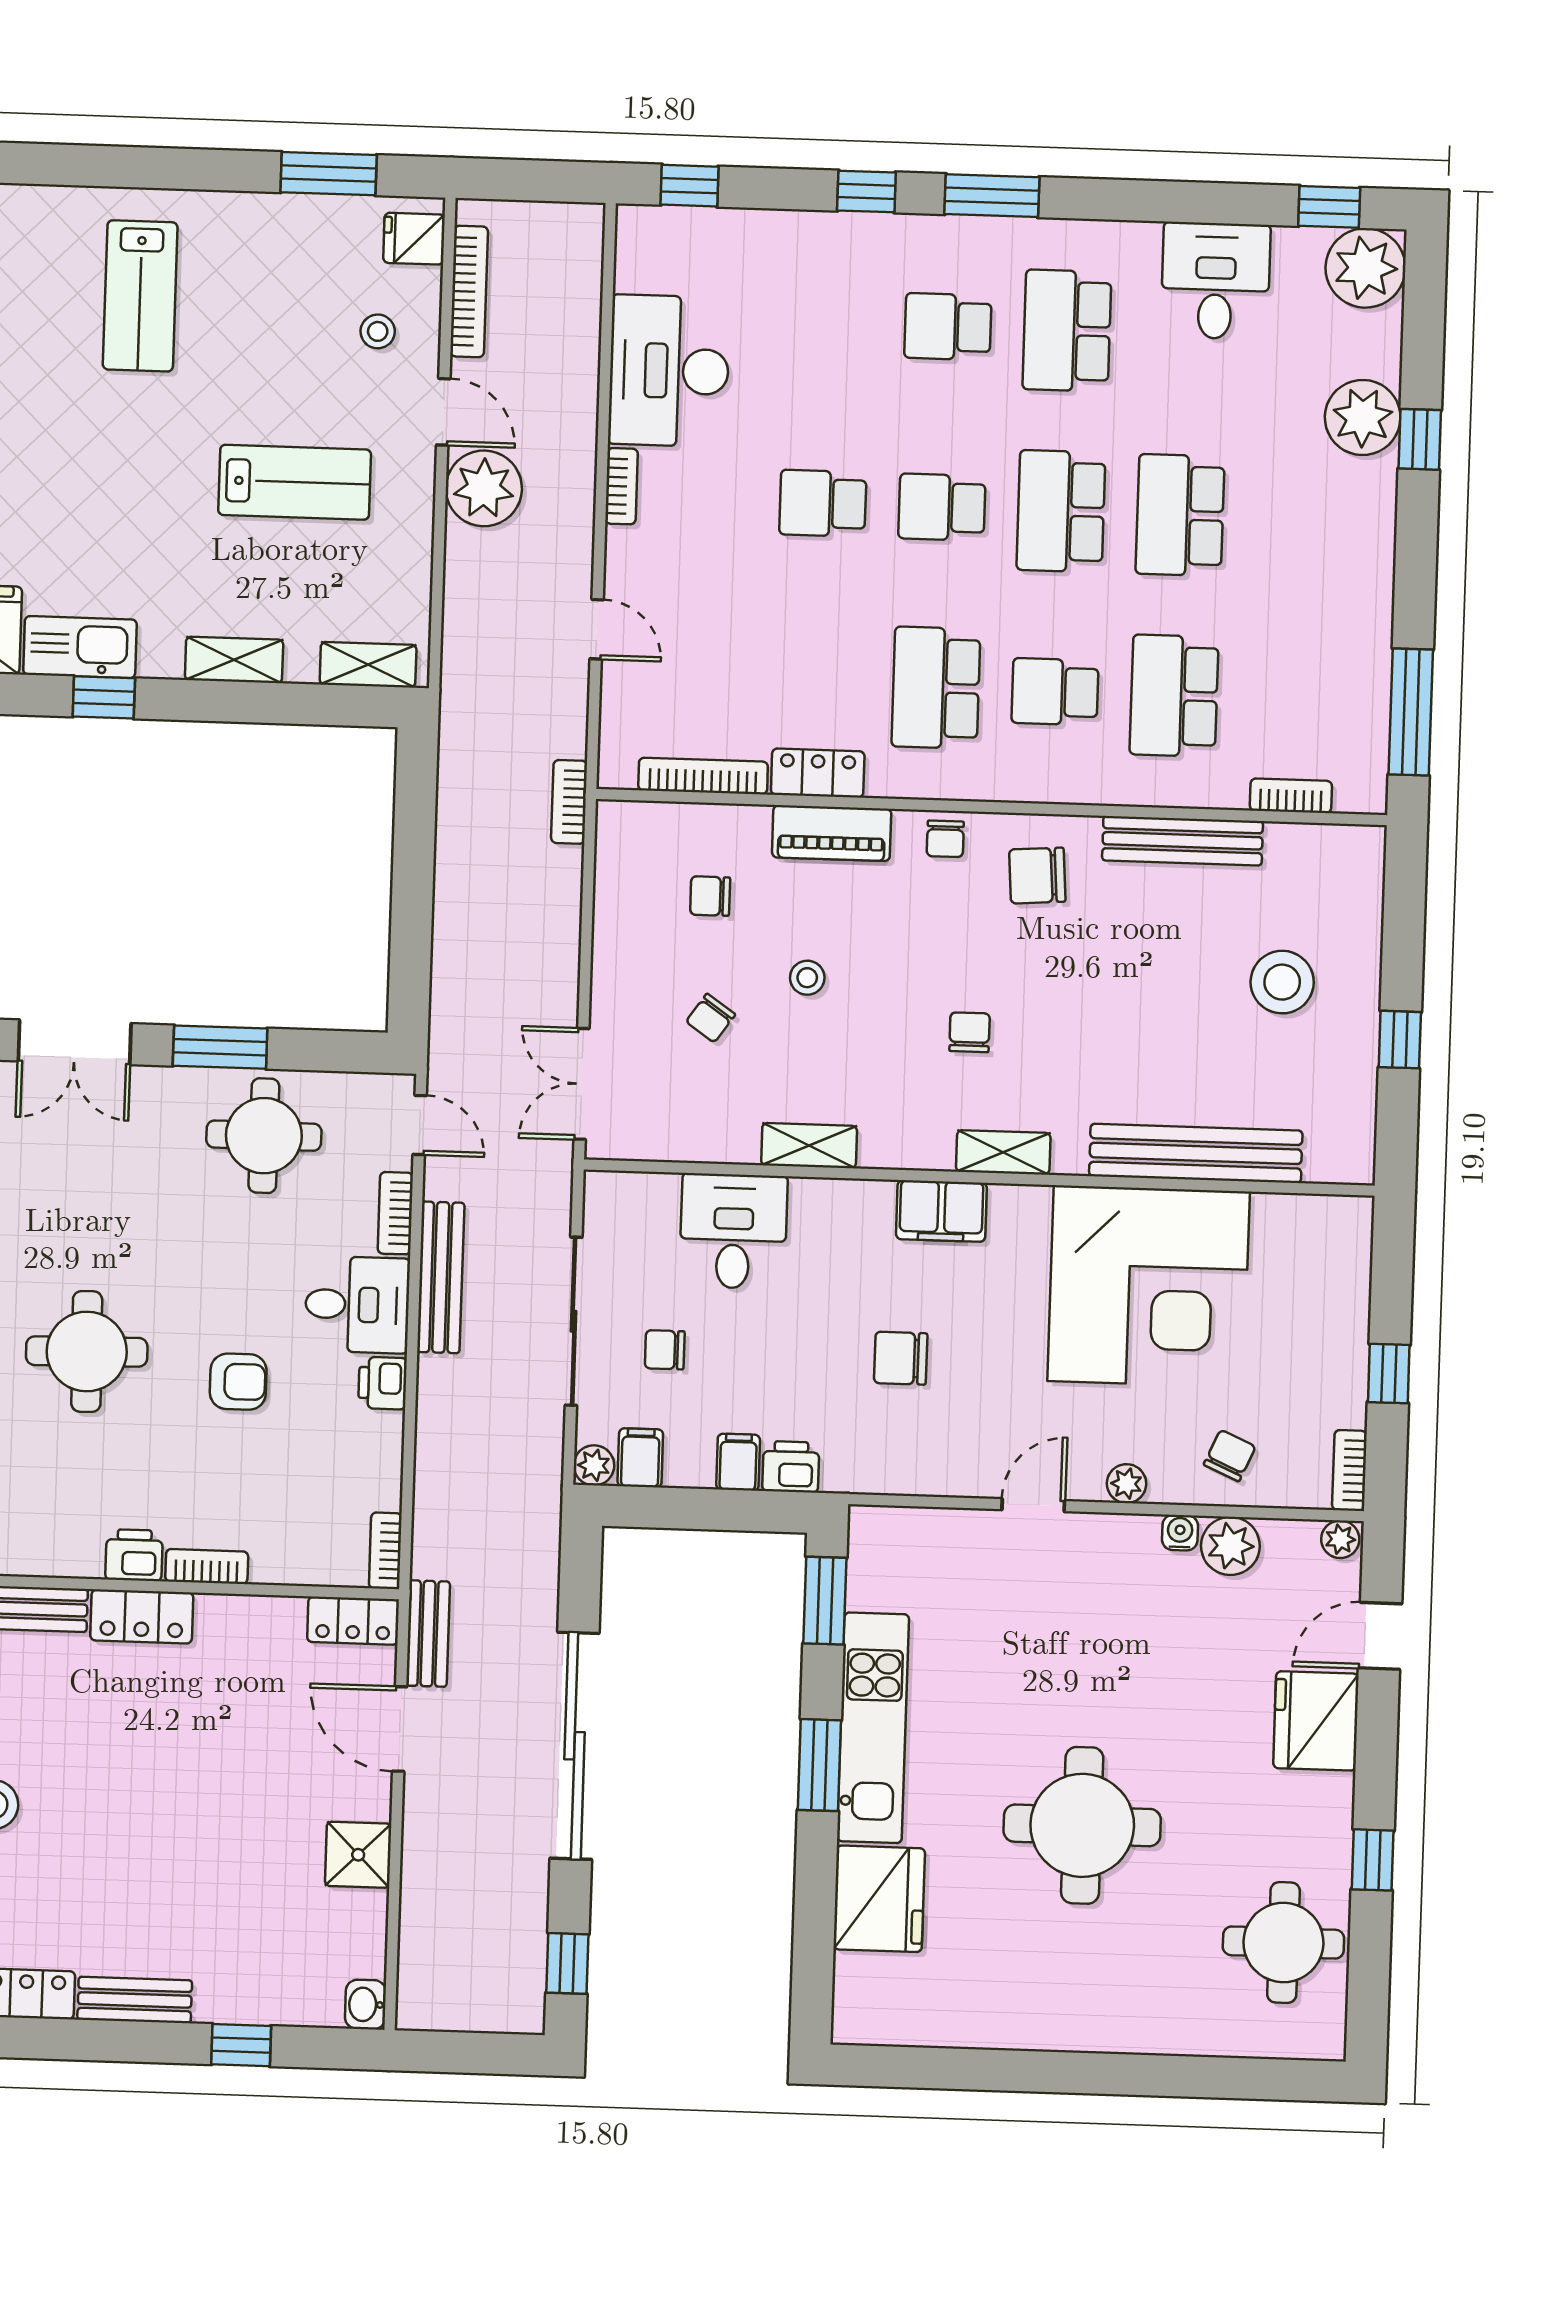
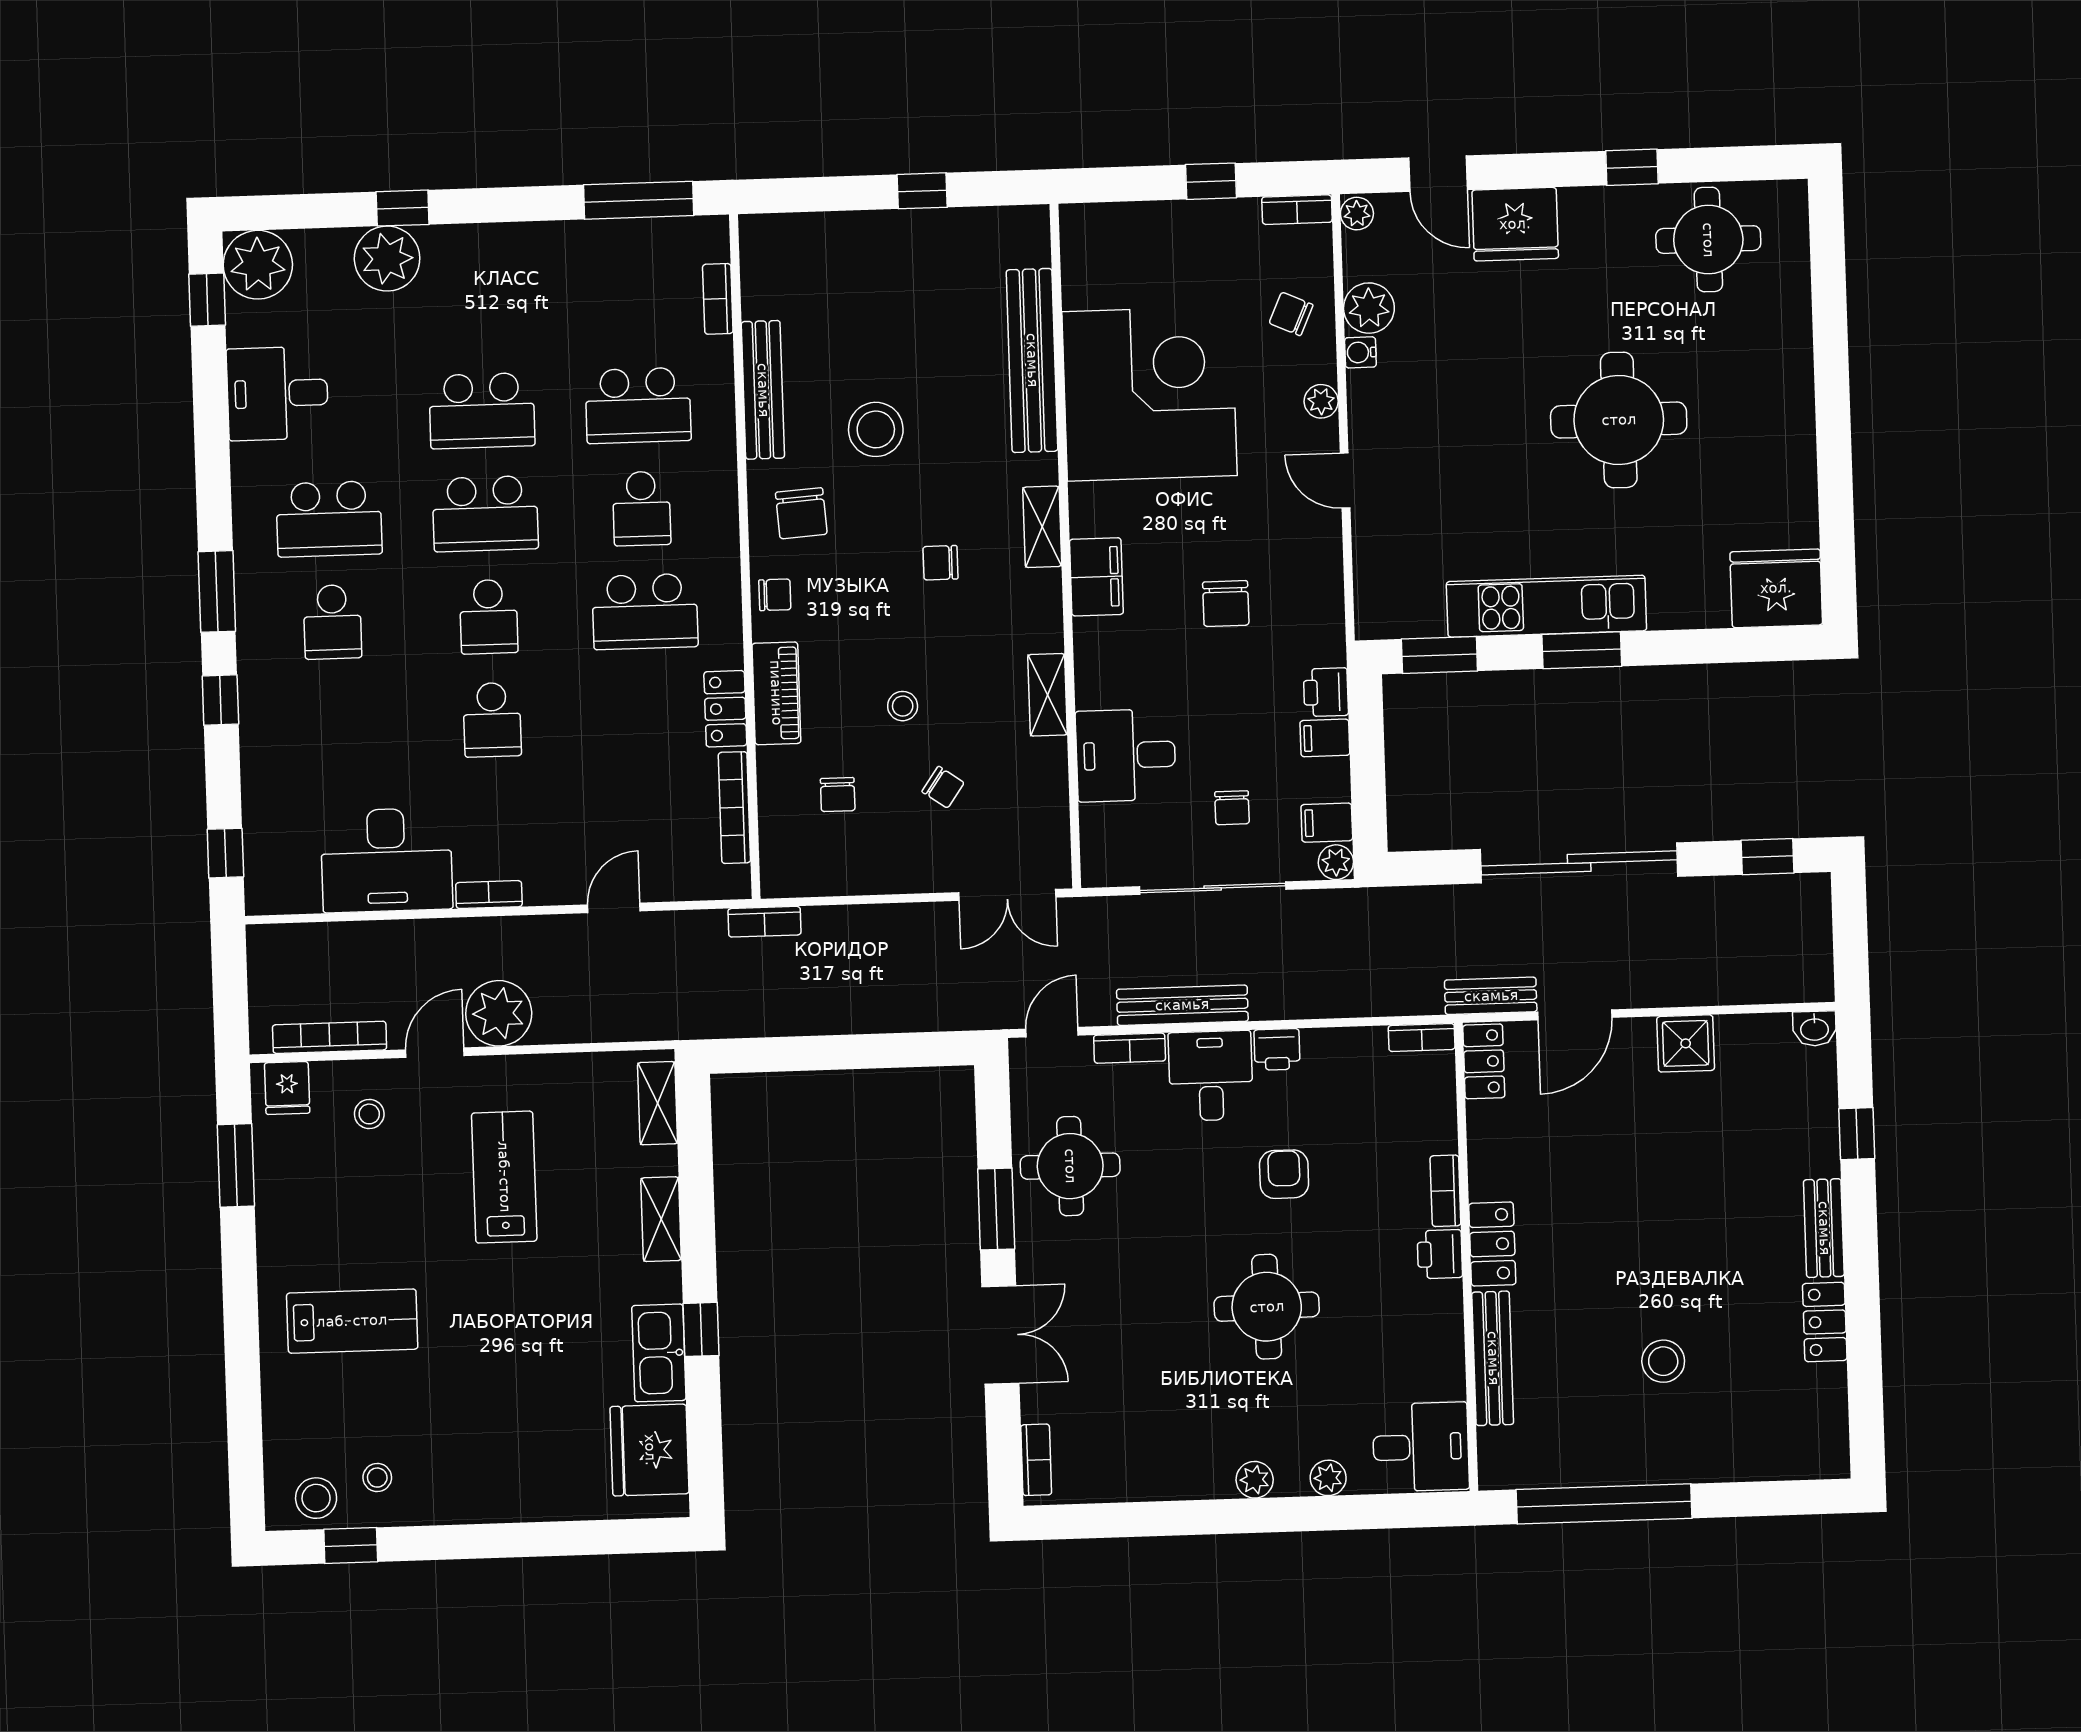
stool: (1282, 982) -> (876, 429), moved
fridge: (879, 1899) -> (1776, 588), moved

